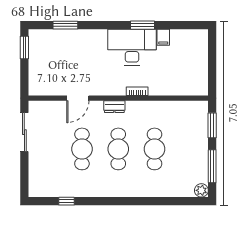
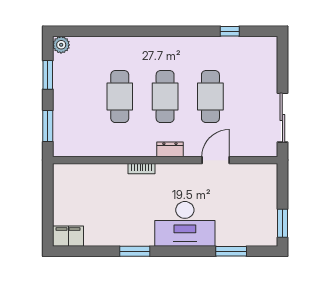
filing cabinet: (163, 37) -> (68, 236), moved, width x2.00
desk: (132, 47) -> (185, 224), moved
window: (212, 166) -> (48, 75), width x0.69

